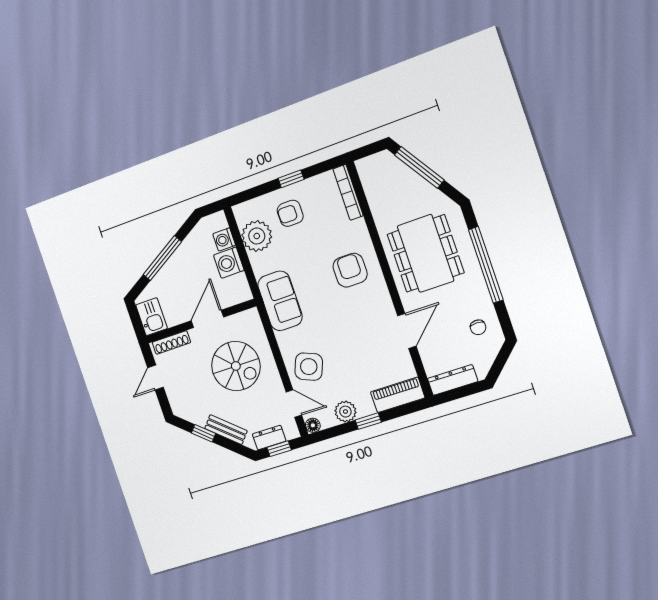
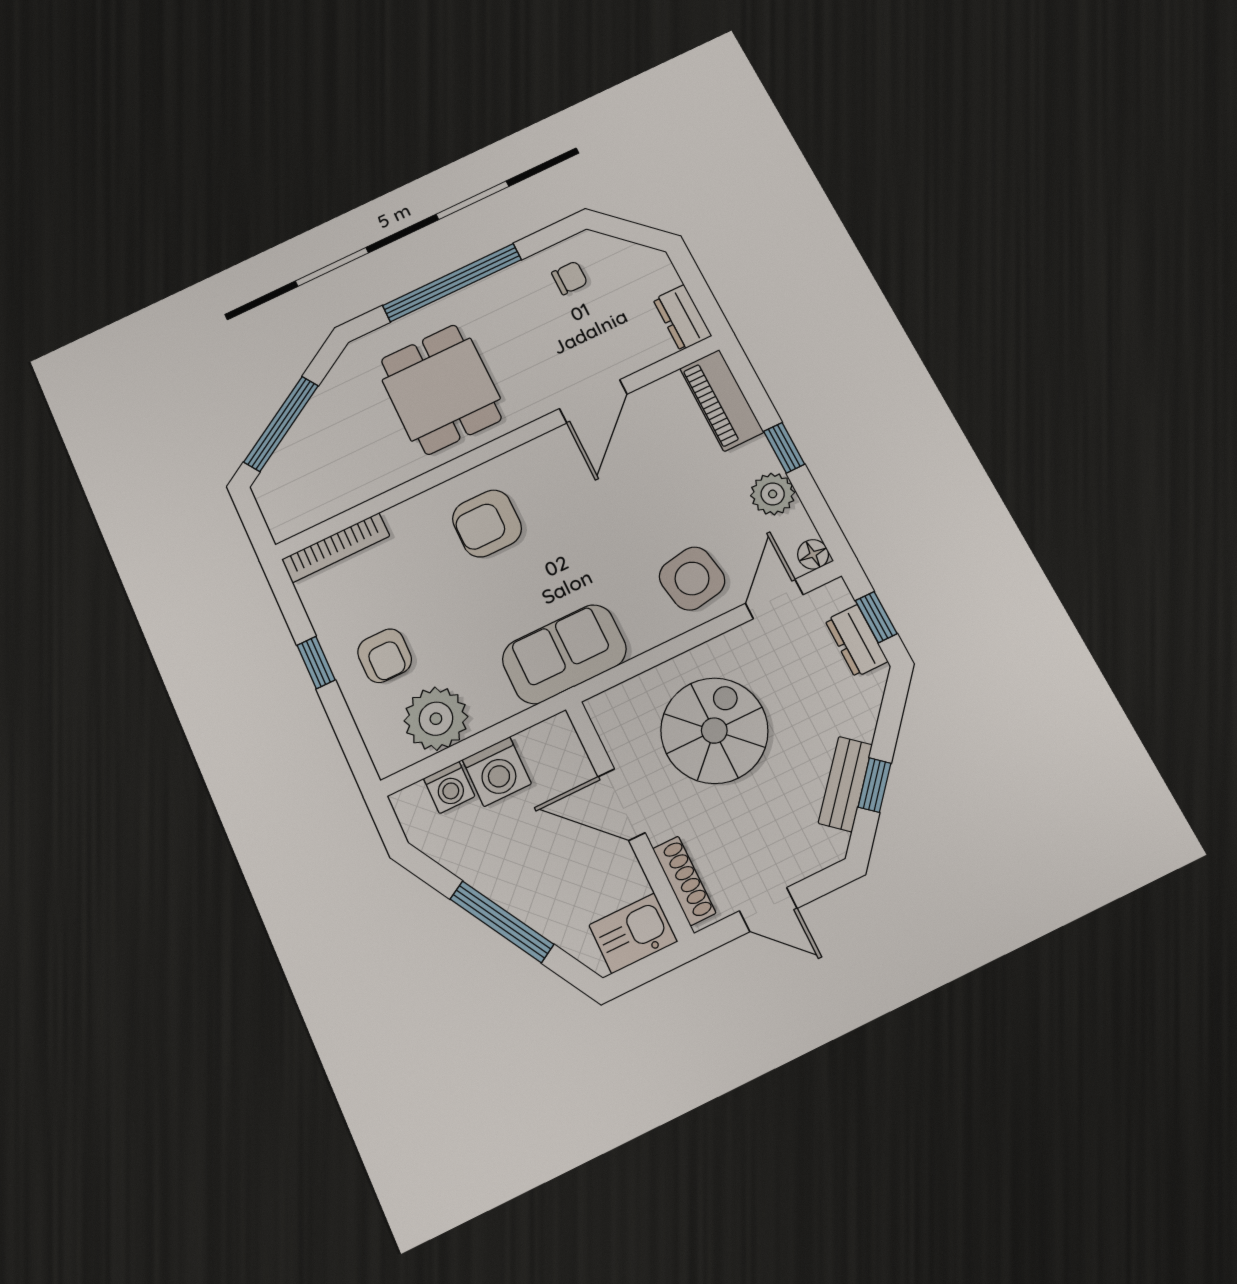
dining table: (426, 253) -> (441, 389), width x0.73
door: (407, 331) -> (593, 401), swing flipped
side table: (309, 367) -> (692, 579), turned -32
dresser: (453, 380) -> (682, 318), width x0.70
bench: (226, 430) -> (845, 784), moved

